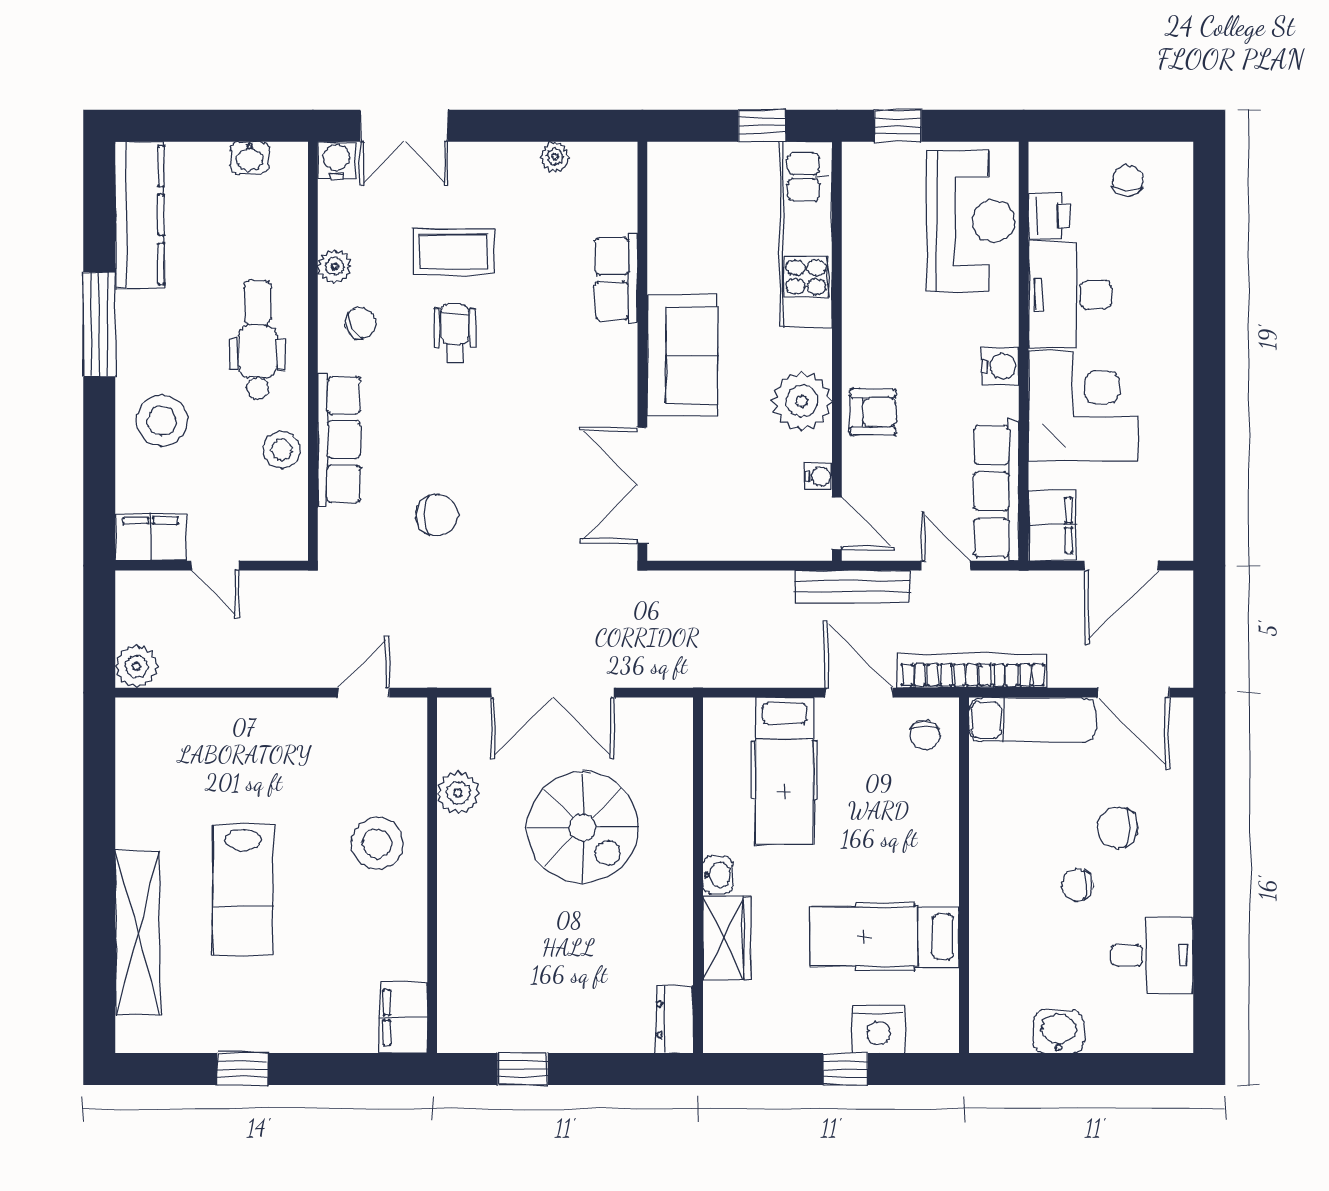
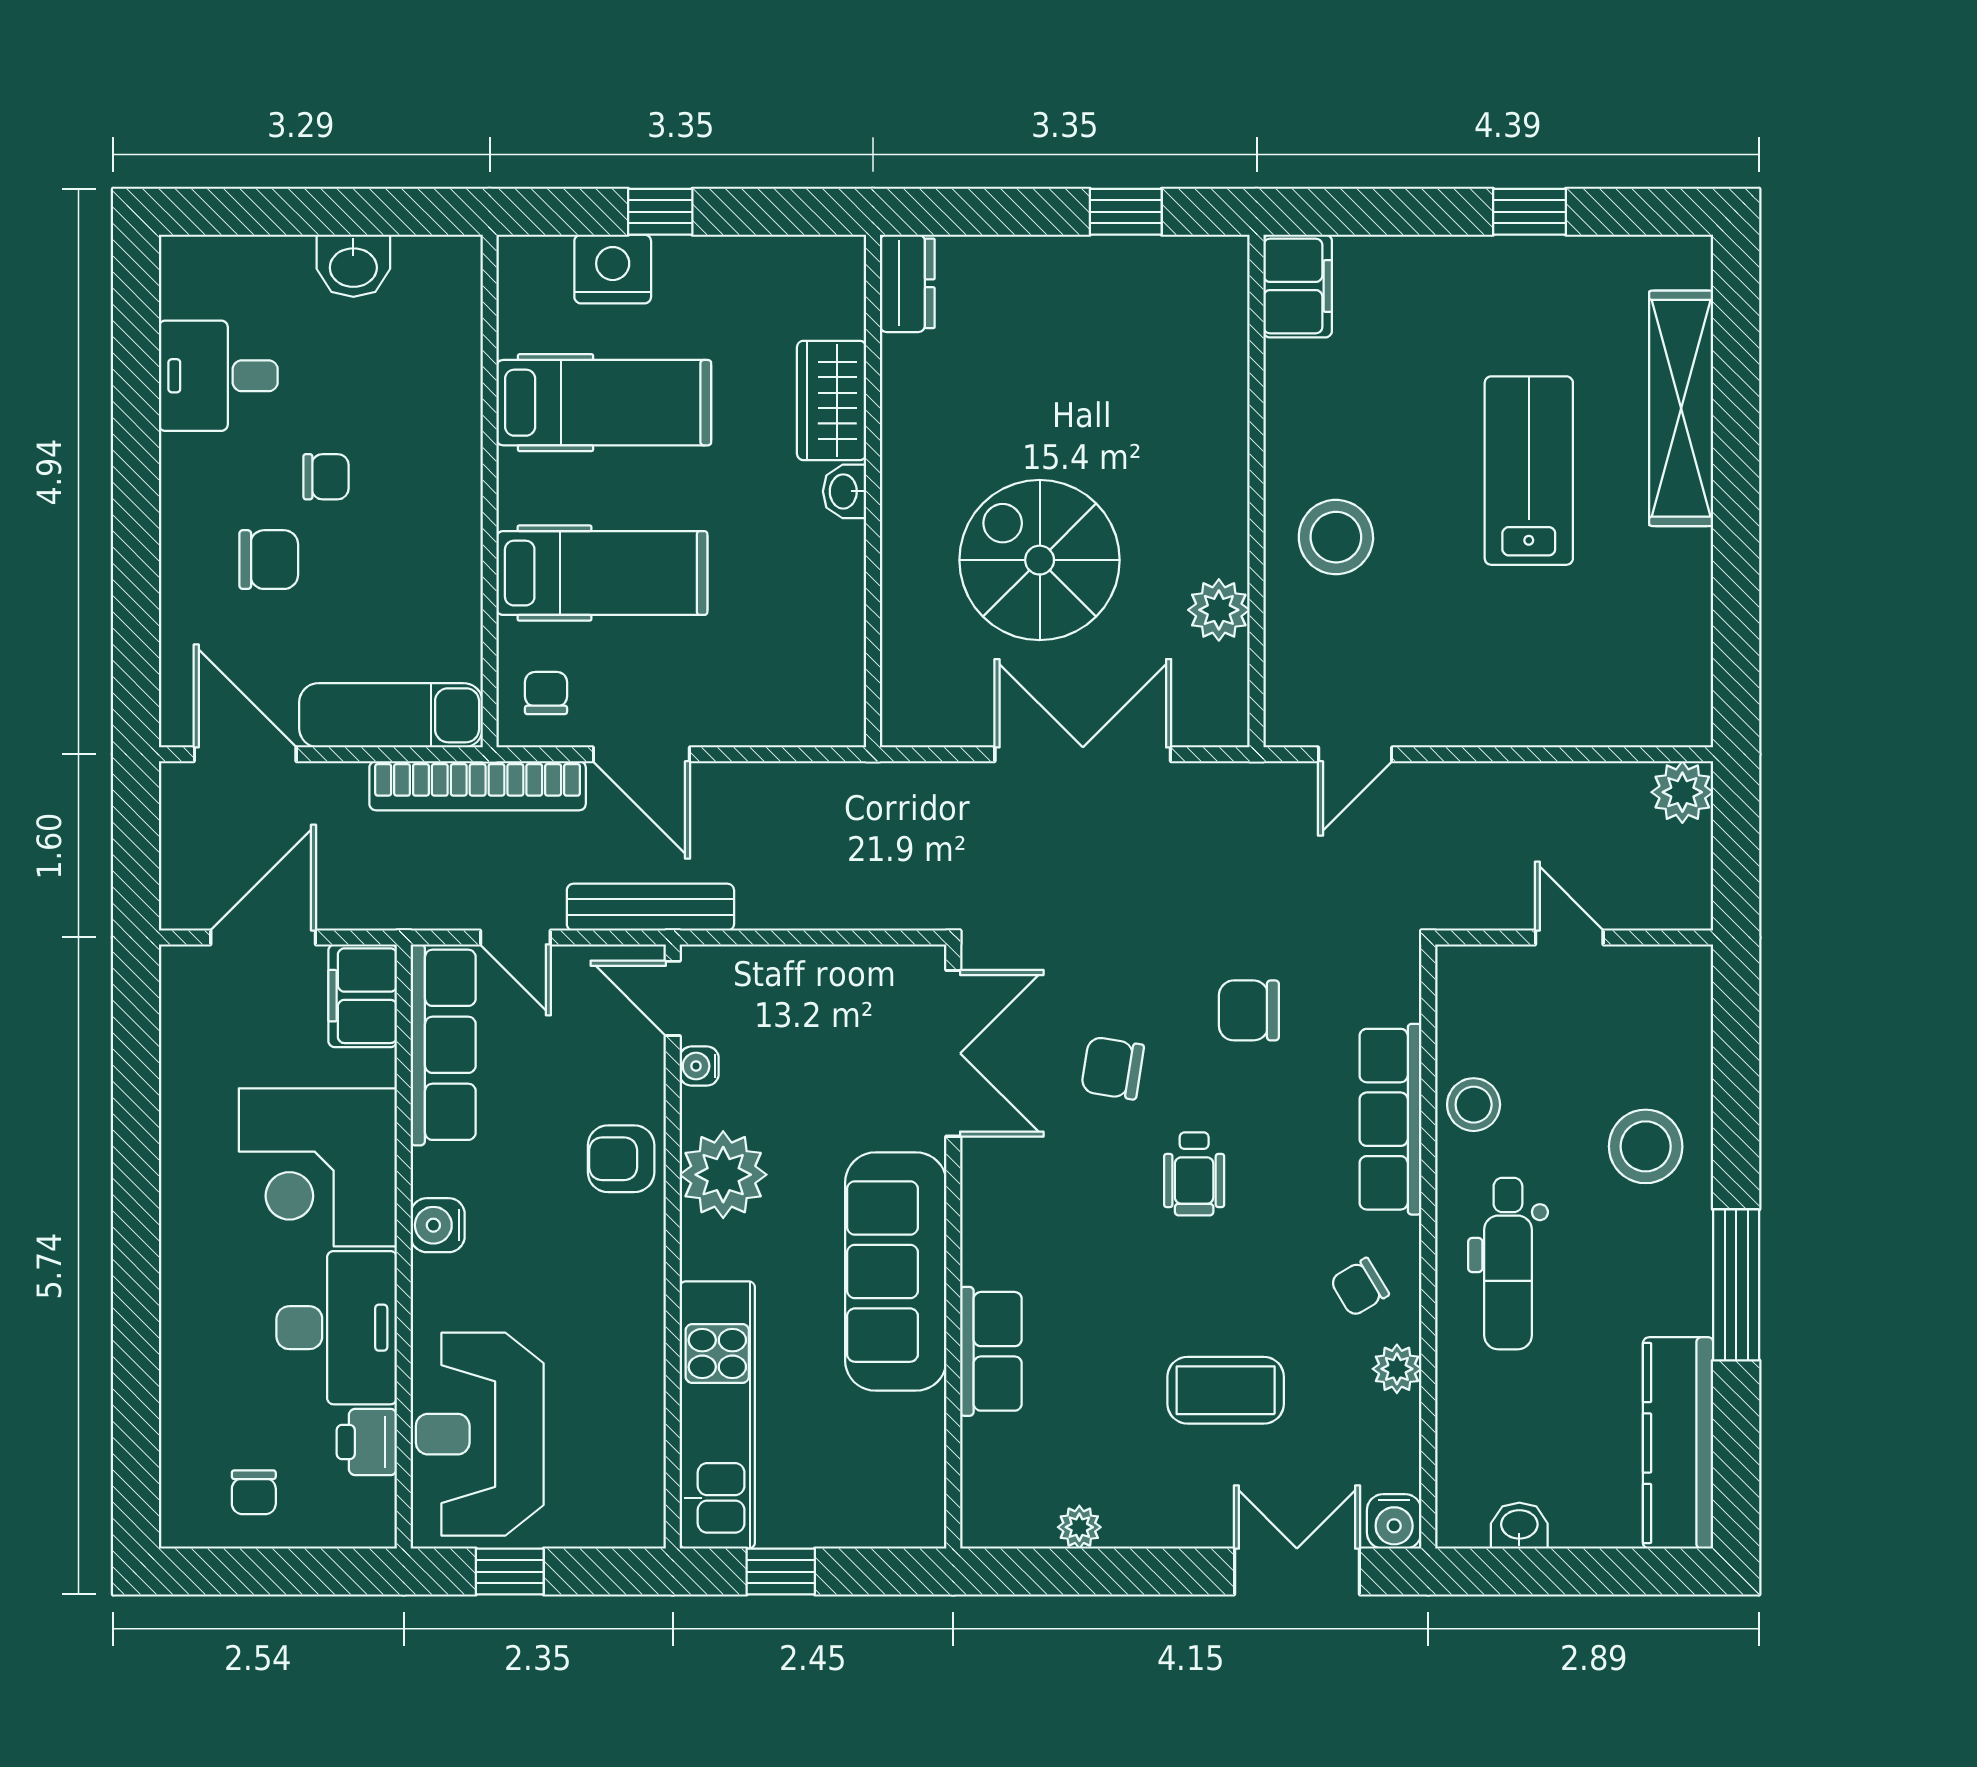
window: (898, 126) -> (510, 1572), moved
wheelchair: (455, 333) -> (1194, 1174), moved
sofa: (682, 356) -> (896, 1272), width x1.36
chair: (532, 475) -> (1112, 1068), added
filing cabinet: (151, 537) -> (1662, 978), removed
hospital bed: (784, 771) -> (602, 573), moved, turned 90

